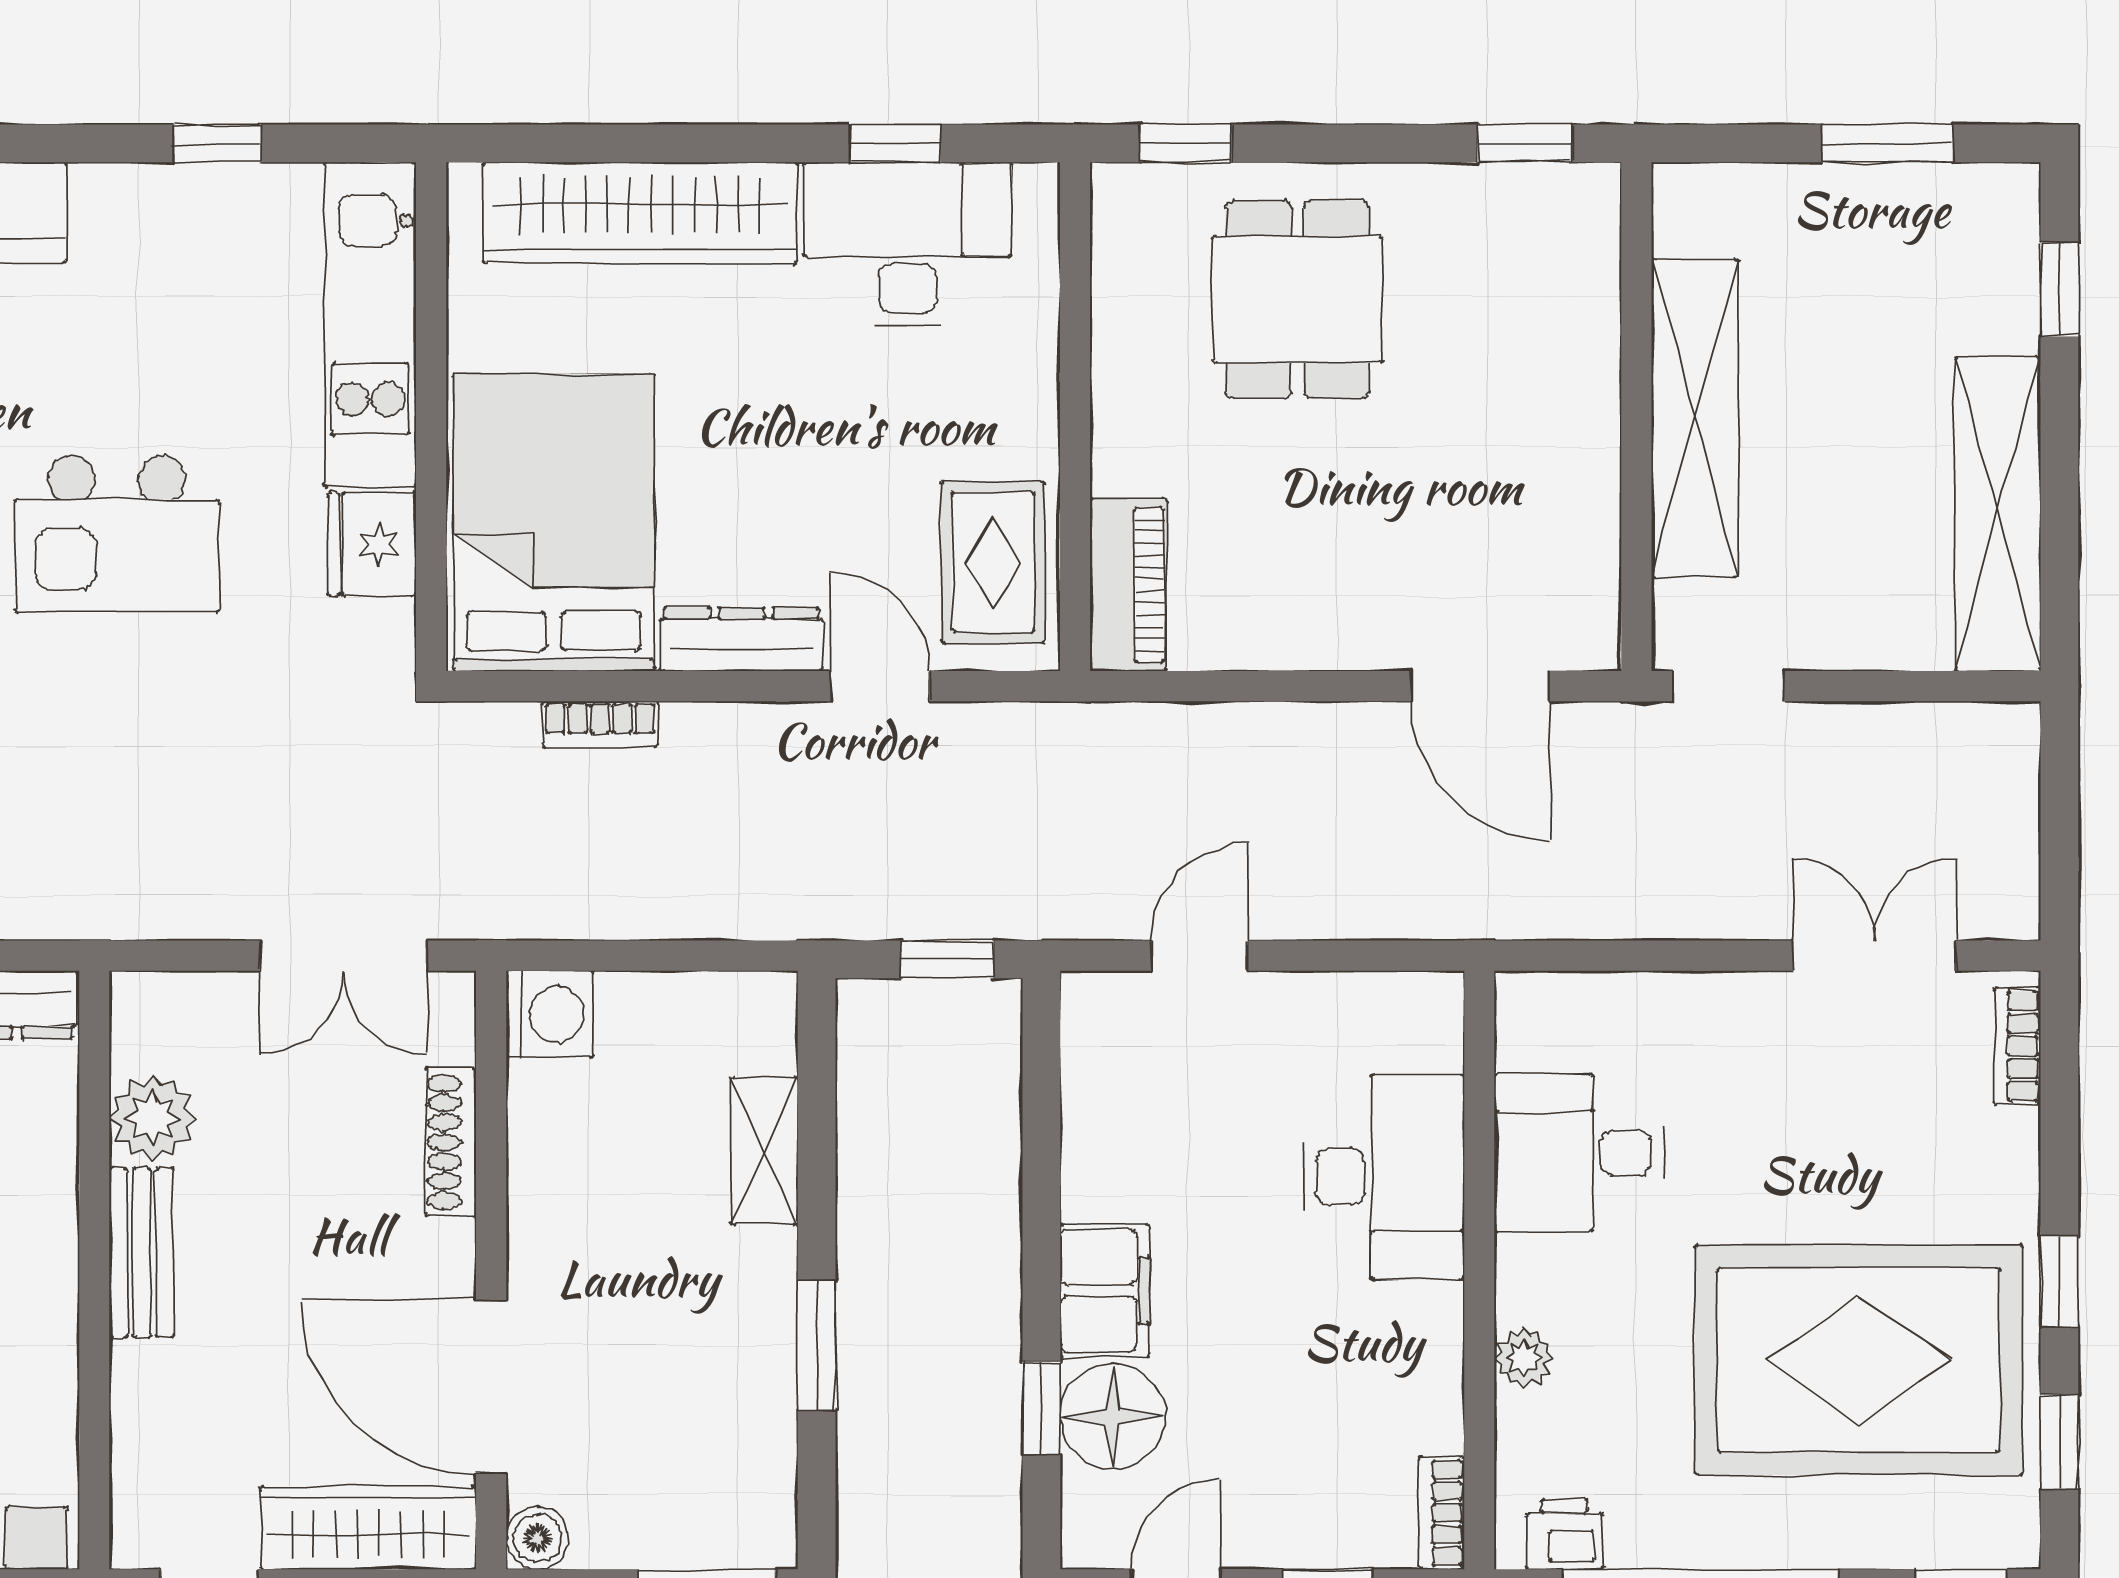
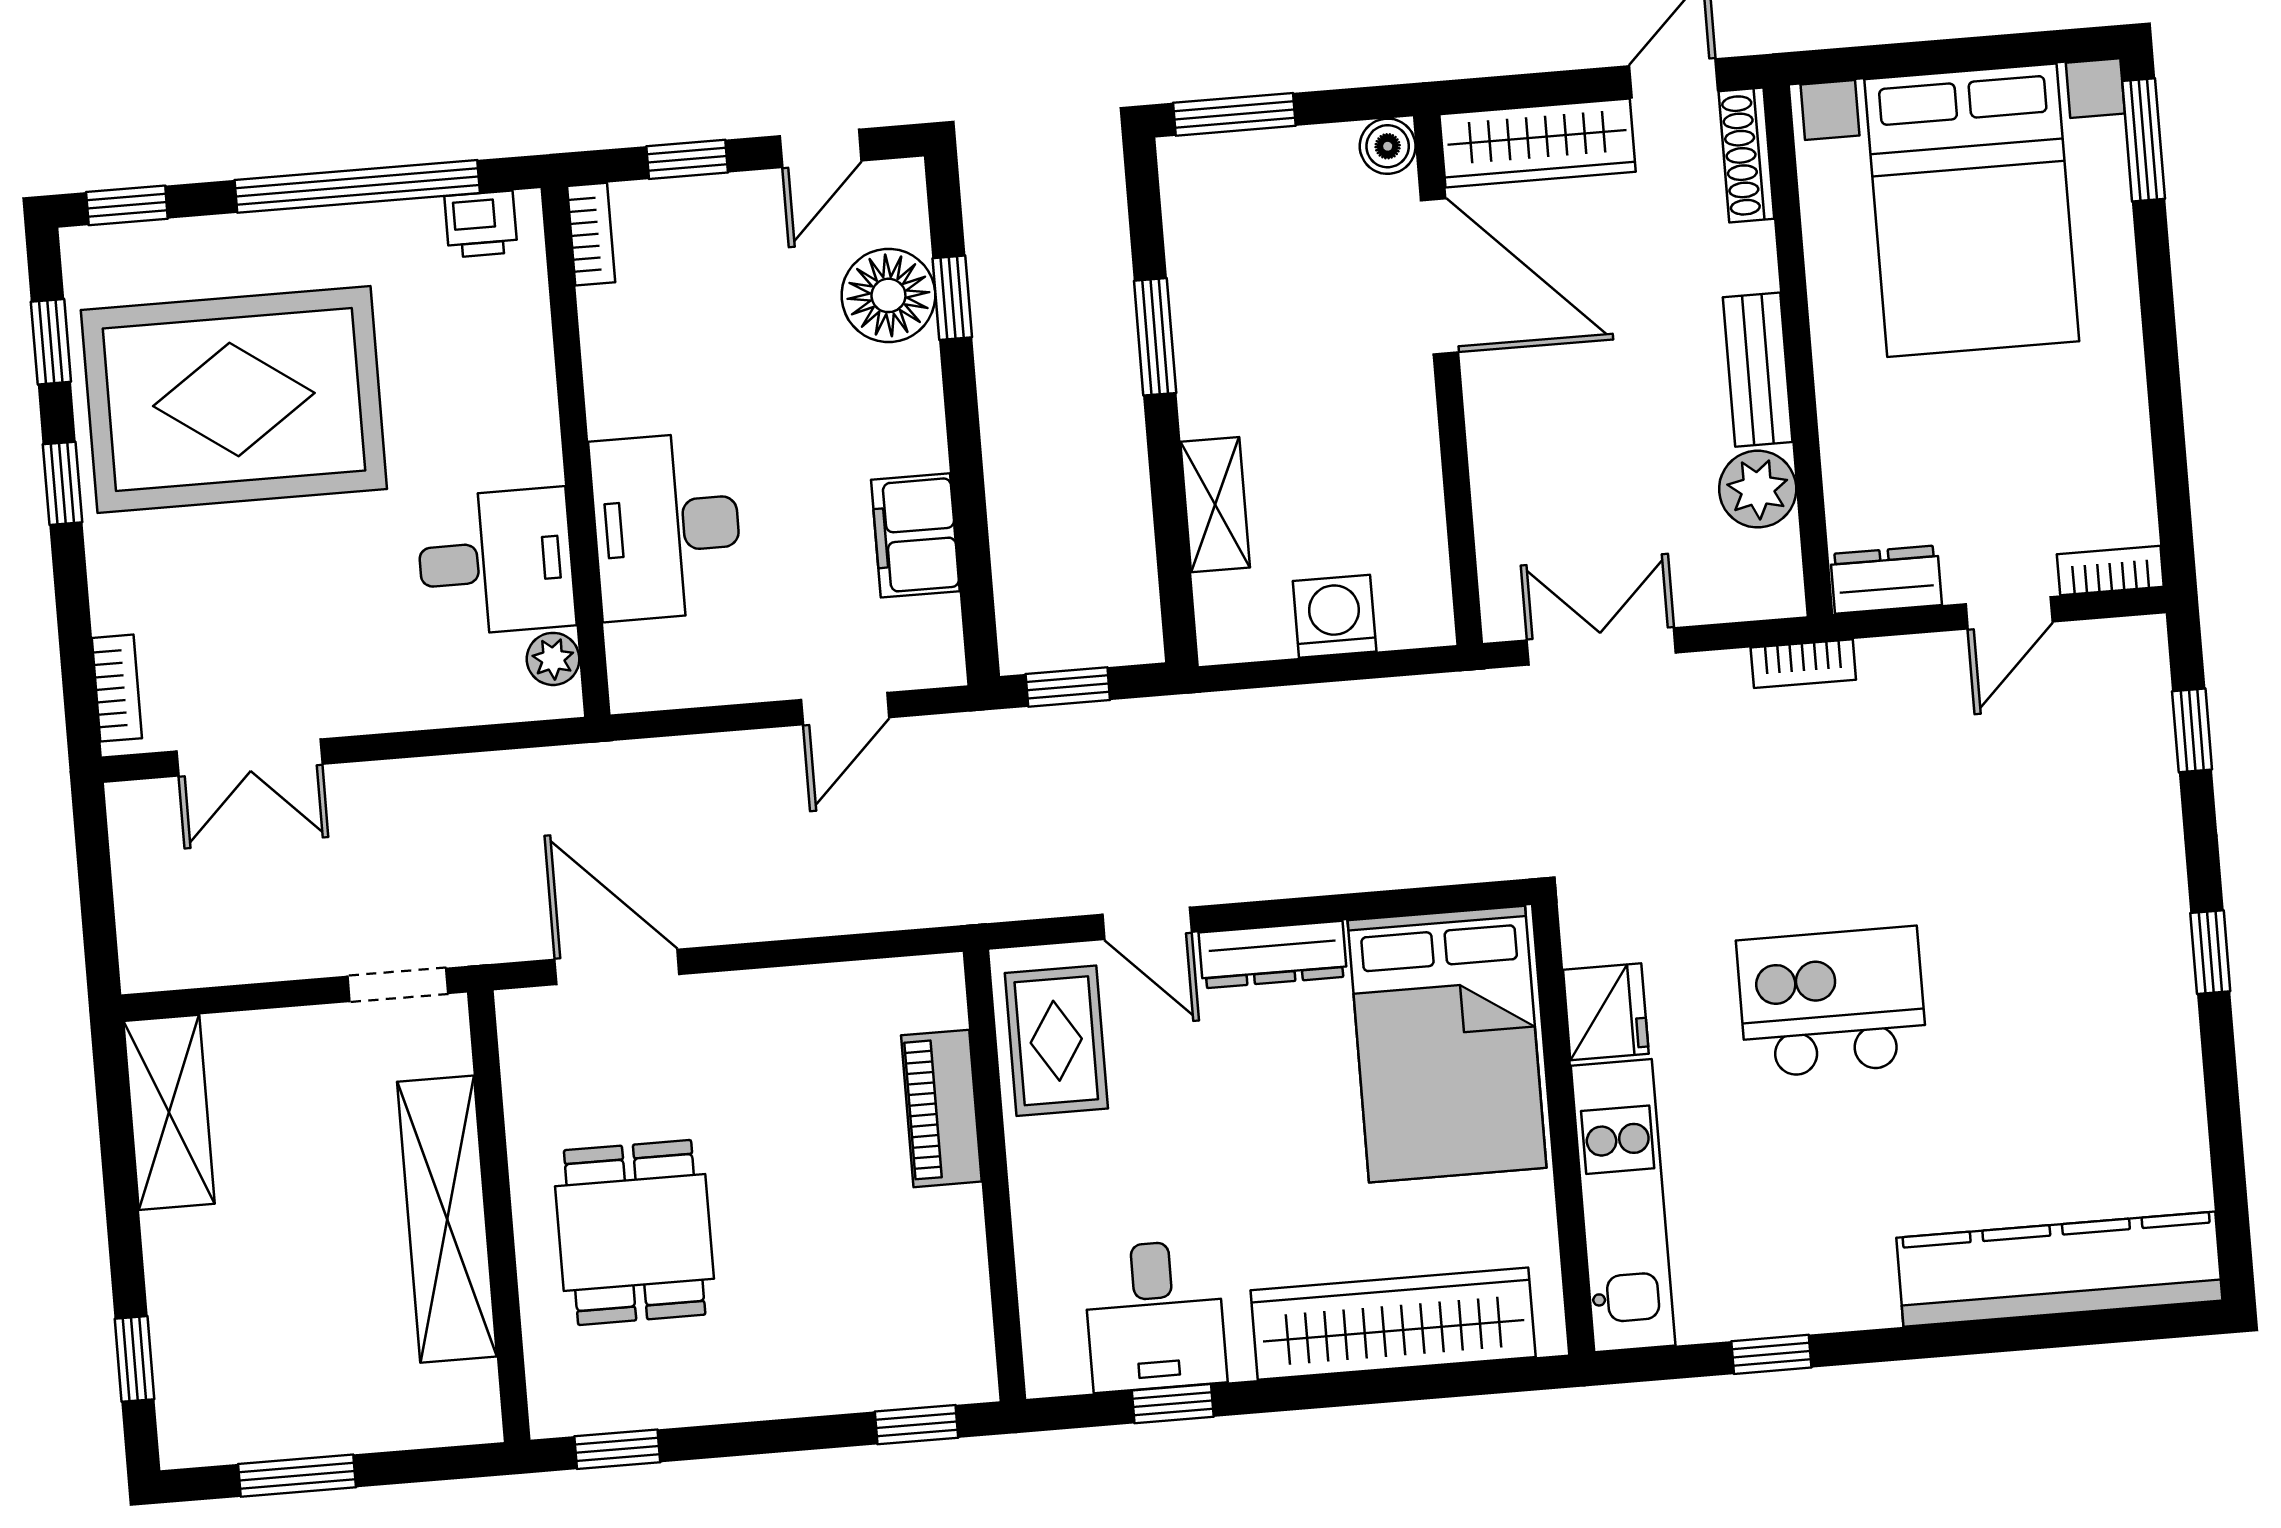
desk: (907, 244) -> (1155, 1316), width x0.73
dining table: (1297, 299) -> (635, 1232), moved
shelving: (1998, 514) -> (169, 1112), width x0.68
piano: (1128, 585) -> (941, 1108), moved
bookcase: (600, 724) -> (1803, 664), moved, turned 180
washing machine: (550, 1014) -> (1335, 616), moved, turned 90
shoe rack: (451, 1142) -> (1746, 155), moved, turned 180
filing cabinet: (1105, 1291) -> (915, 535), moved
plant: (1524, 1358) -> (553, 659), moved

